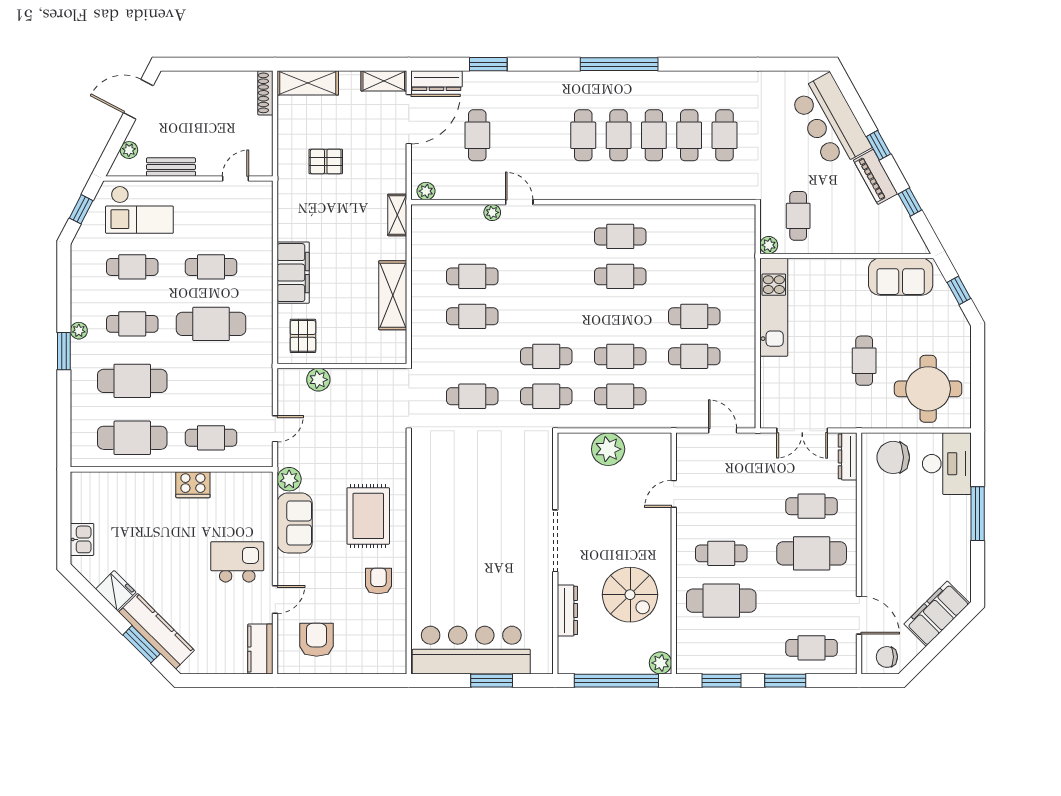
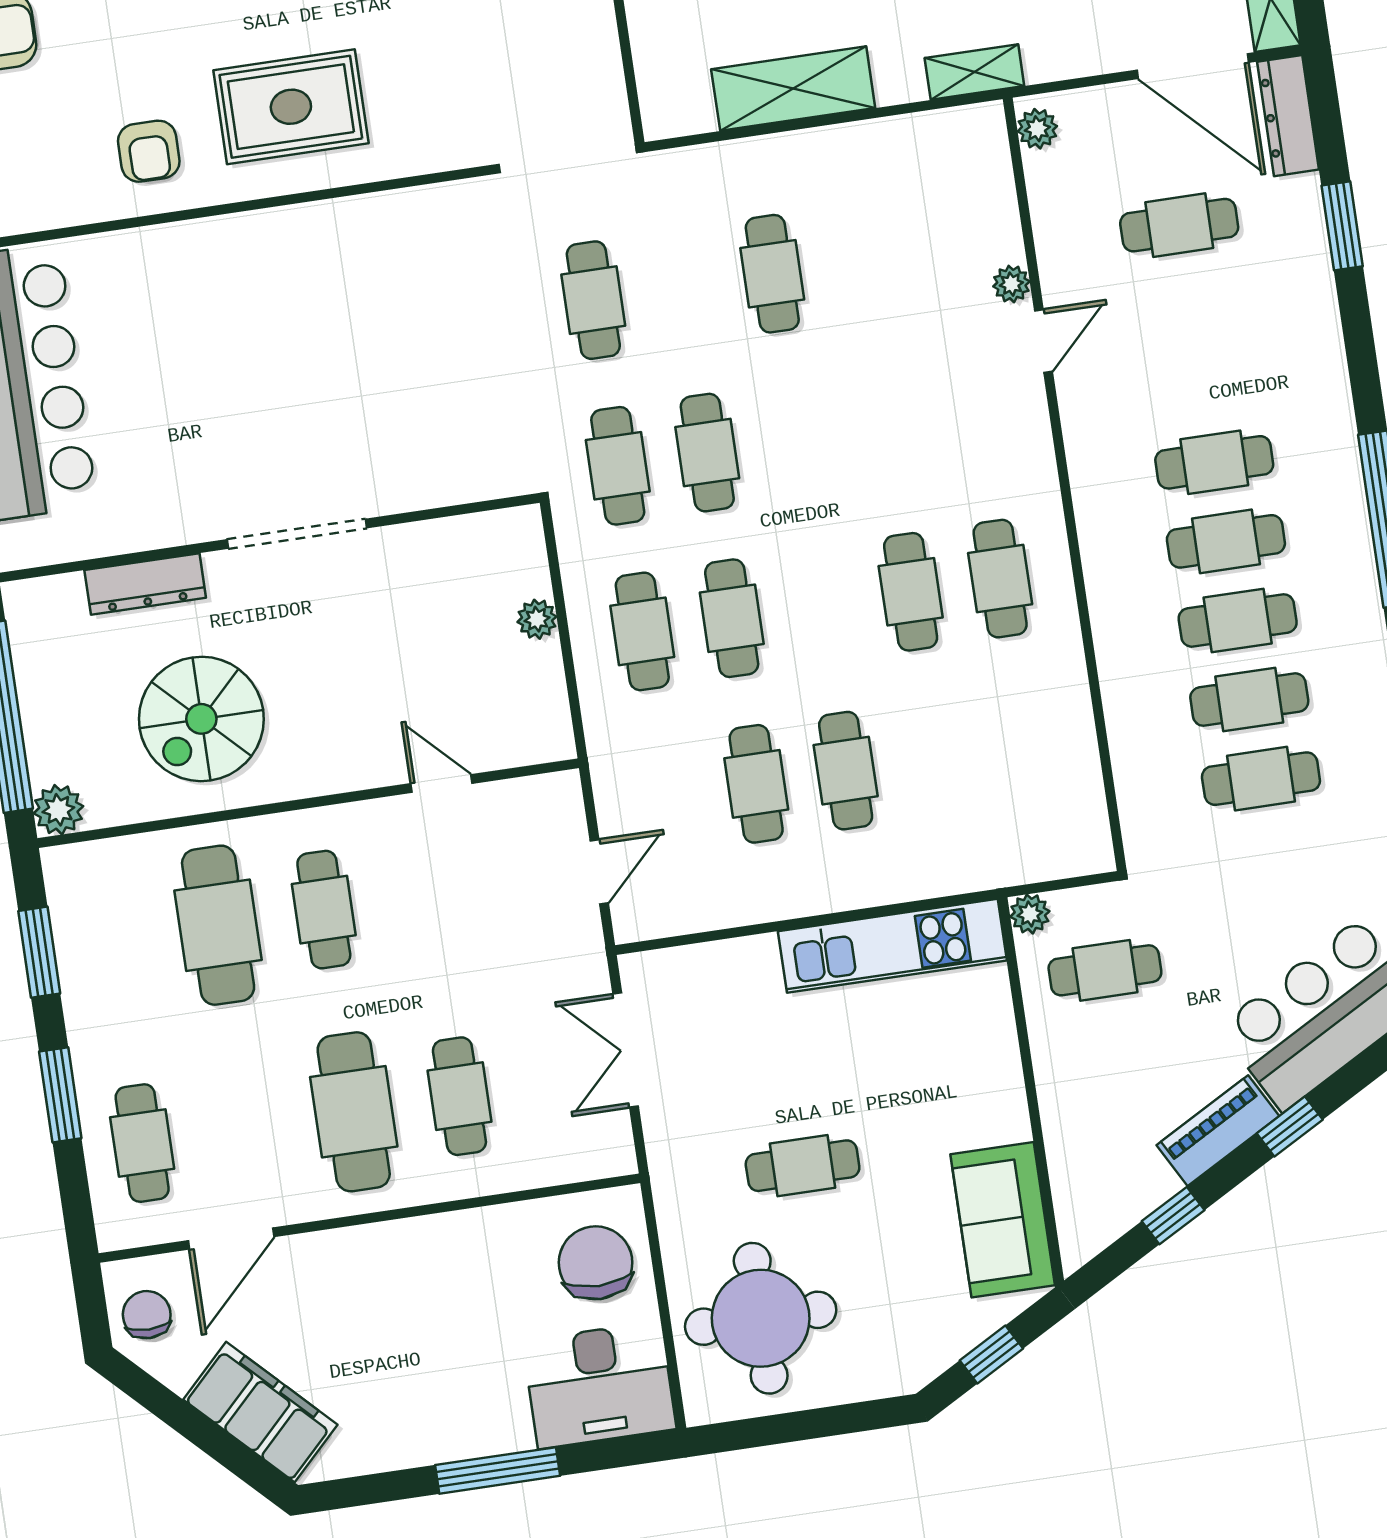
cafe table: (472, 276) -> (862, 261), removed
plant: (608, 449) -> (537, 619), width x0.53, depth x0.53
dresser: (848, 456) -> (583, 1161), removed
armchair: (378, 581) -> (149, 151), turned 90

